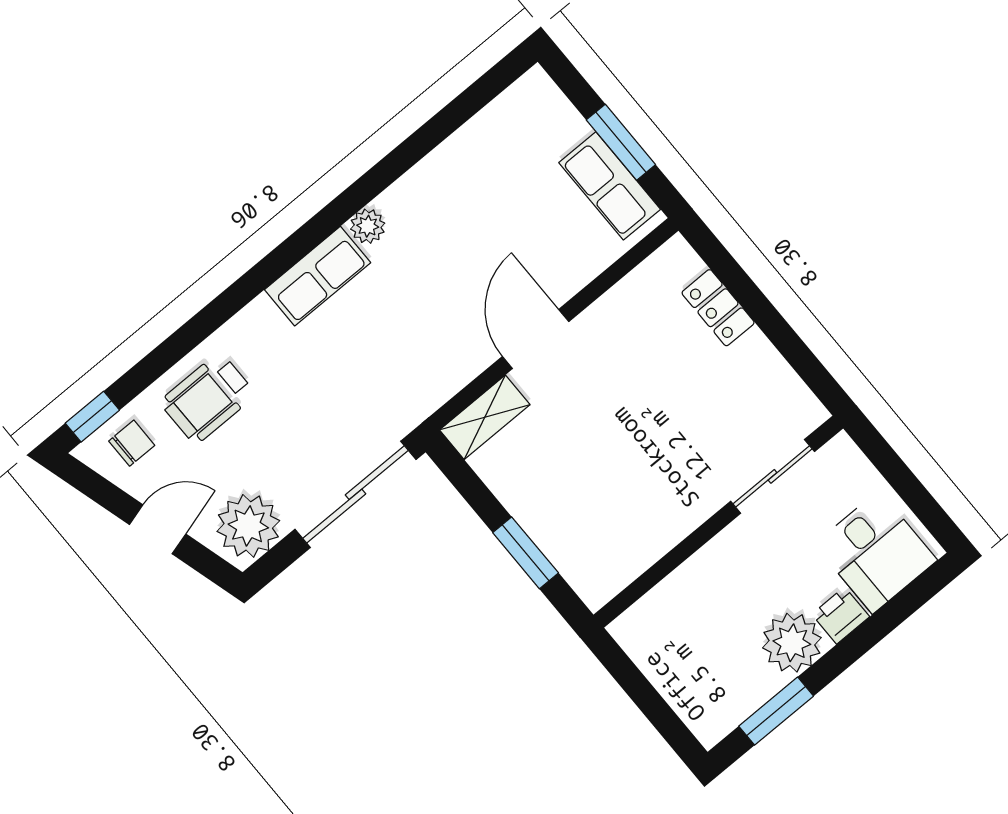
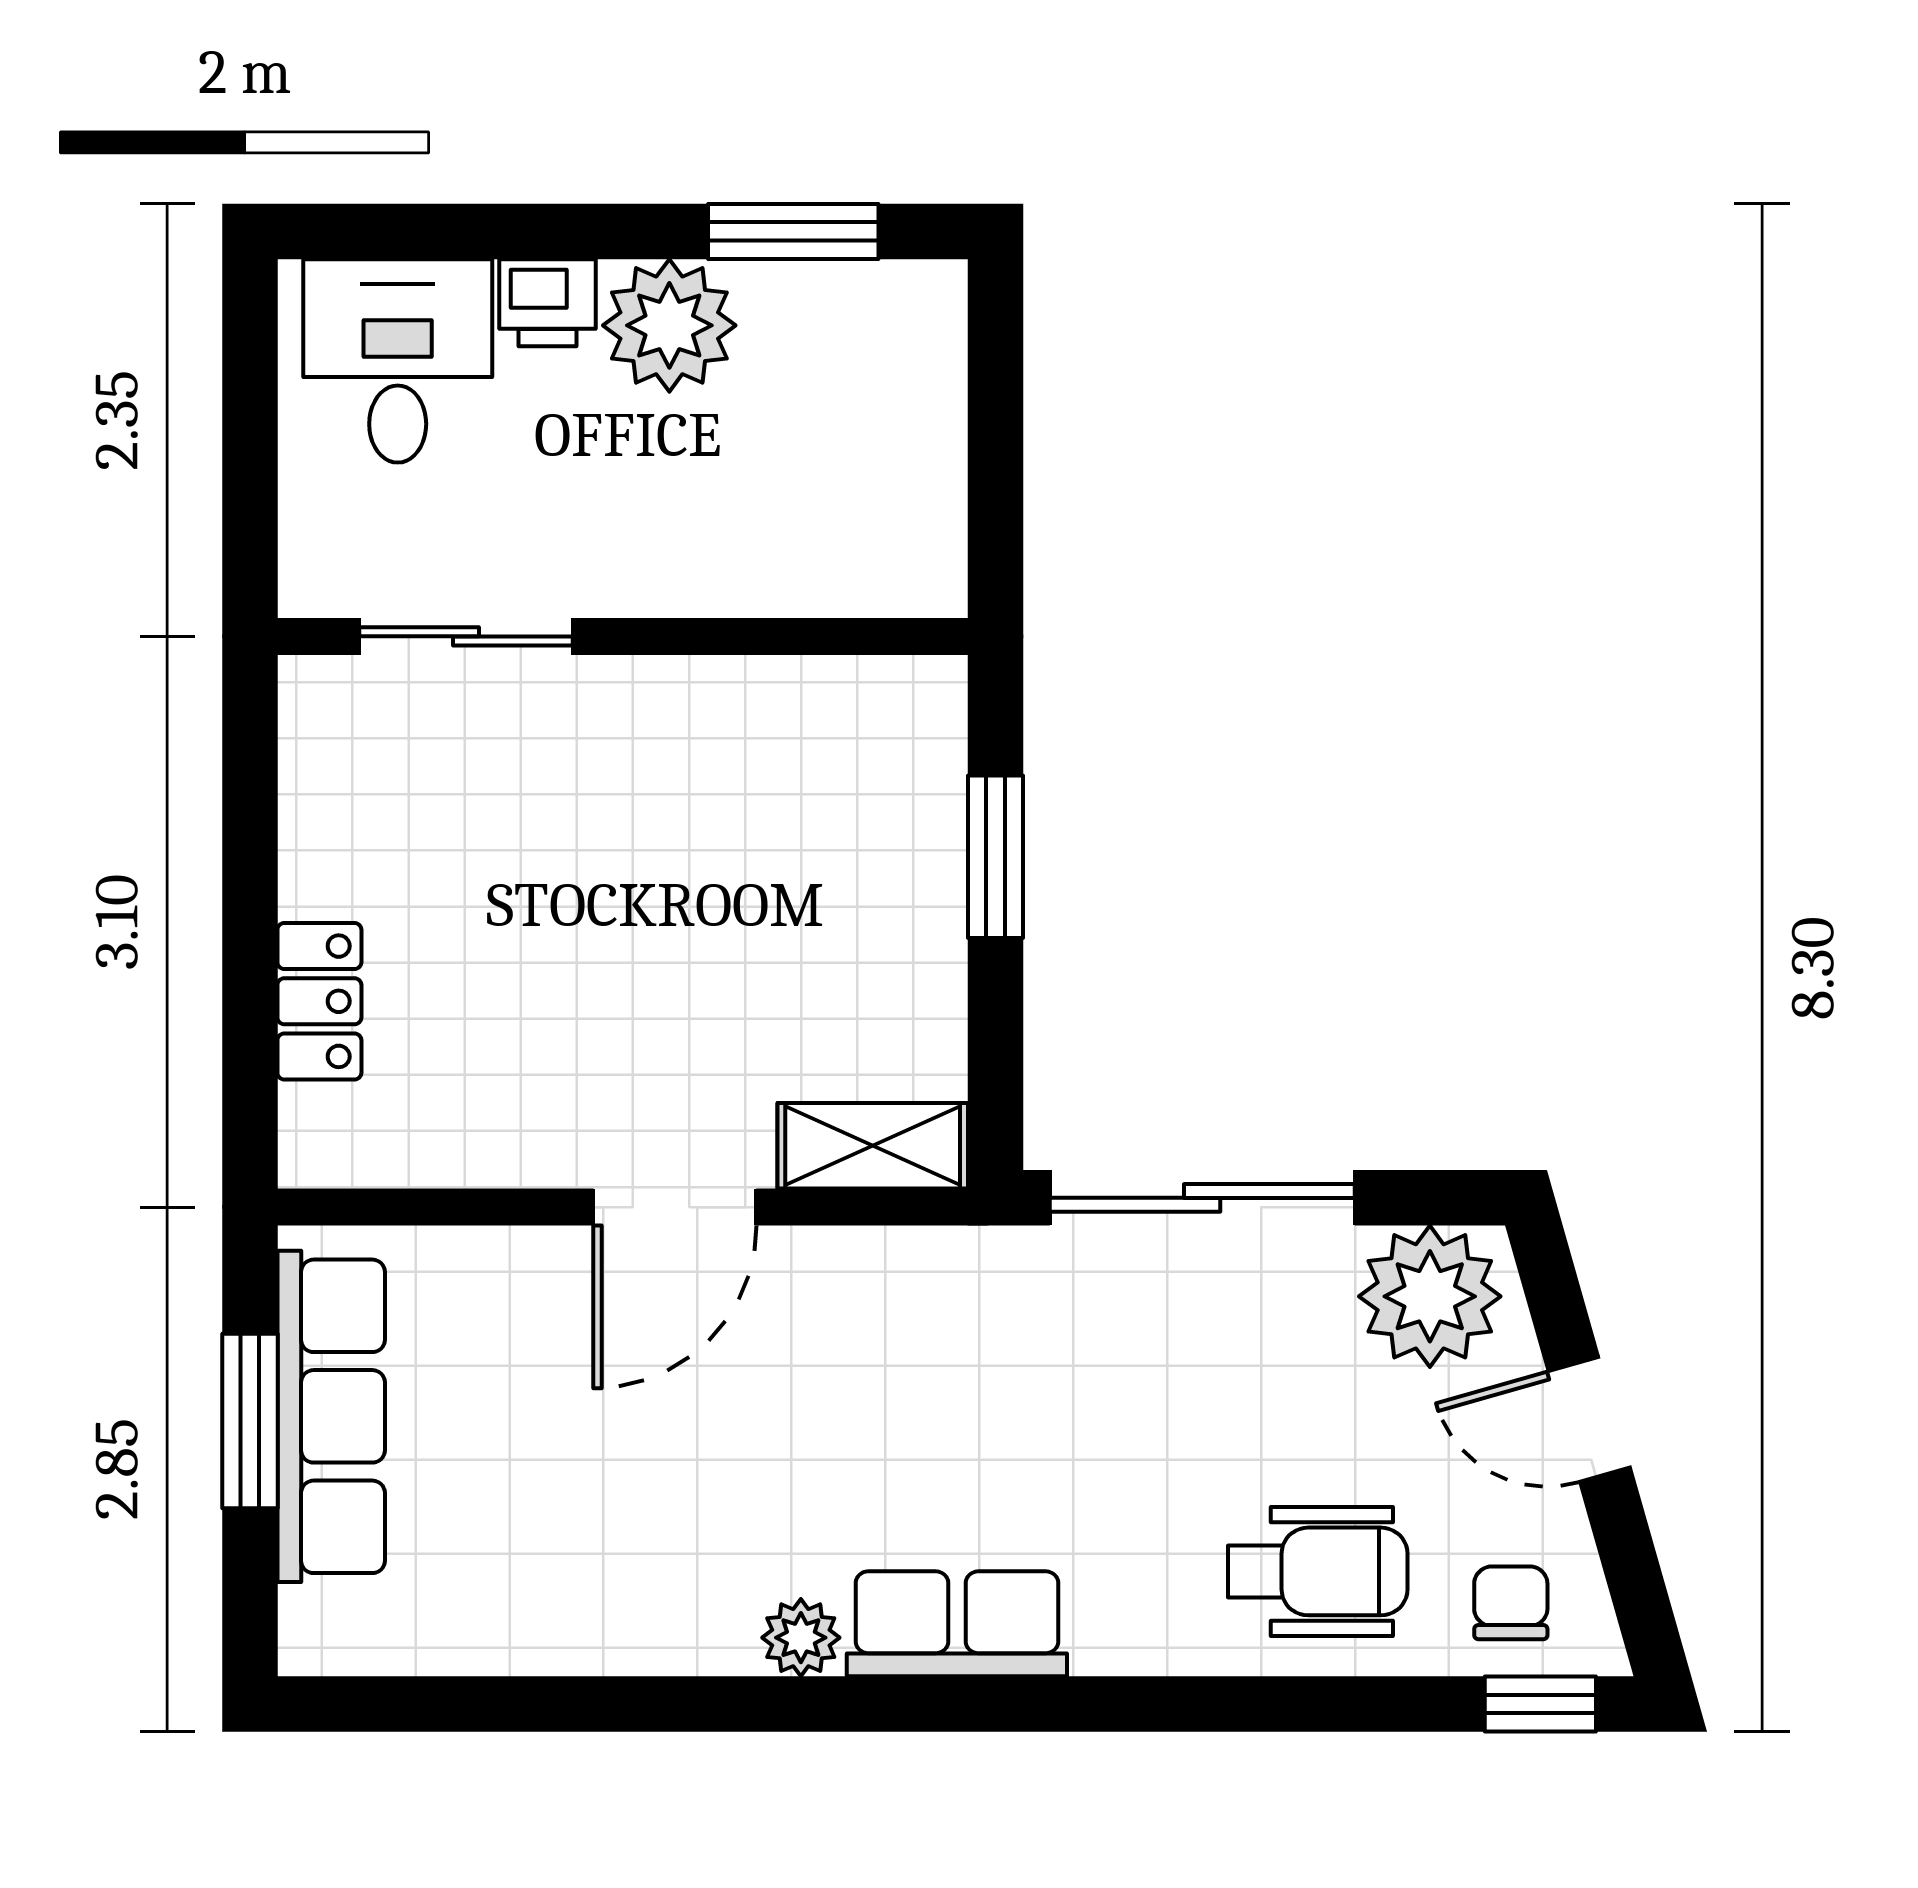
row of seats: (610, 186) -> (331, 1416), width x1.48
chair: (132, 443) -> (1511, 1603), turned 90

